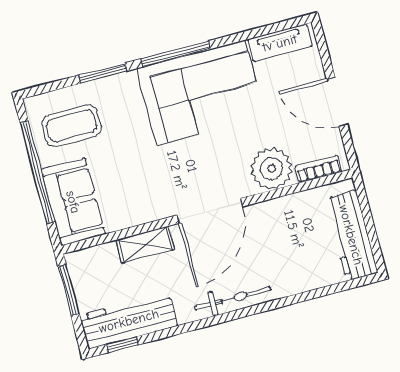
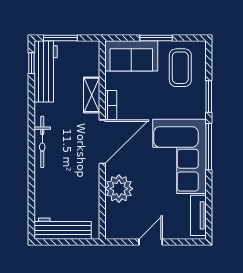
door: (337, 102) -> (151, 242), width x0.73
bookcase: (318, 169) -> (111, 105), moved
window: (37, 173) -> (156, 38), width x0.47
door: (210, 211) -> (102, 142), swing flipped
window: (69, 290) -> (60, 38), moved

